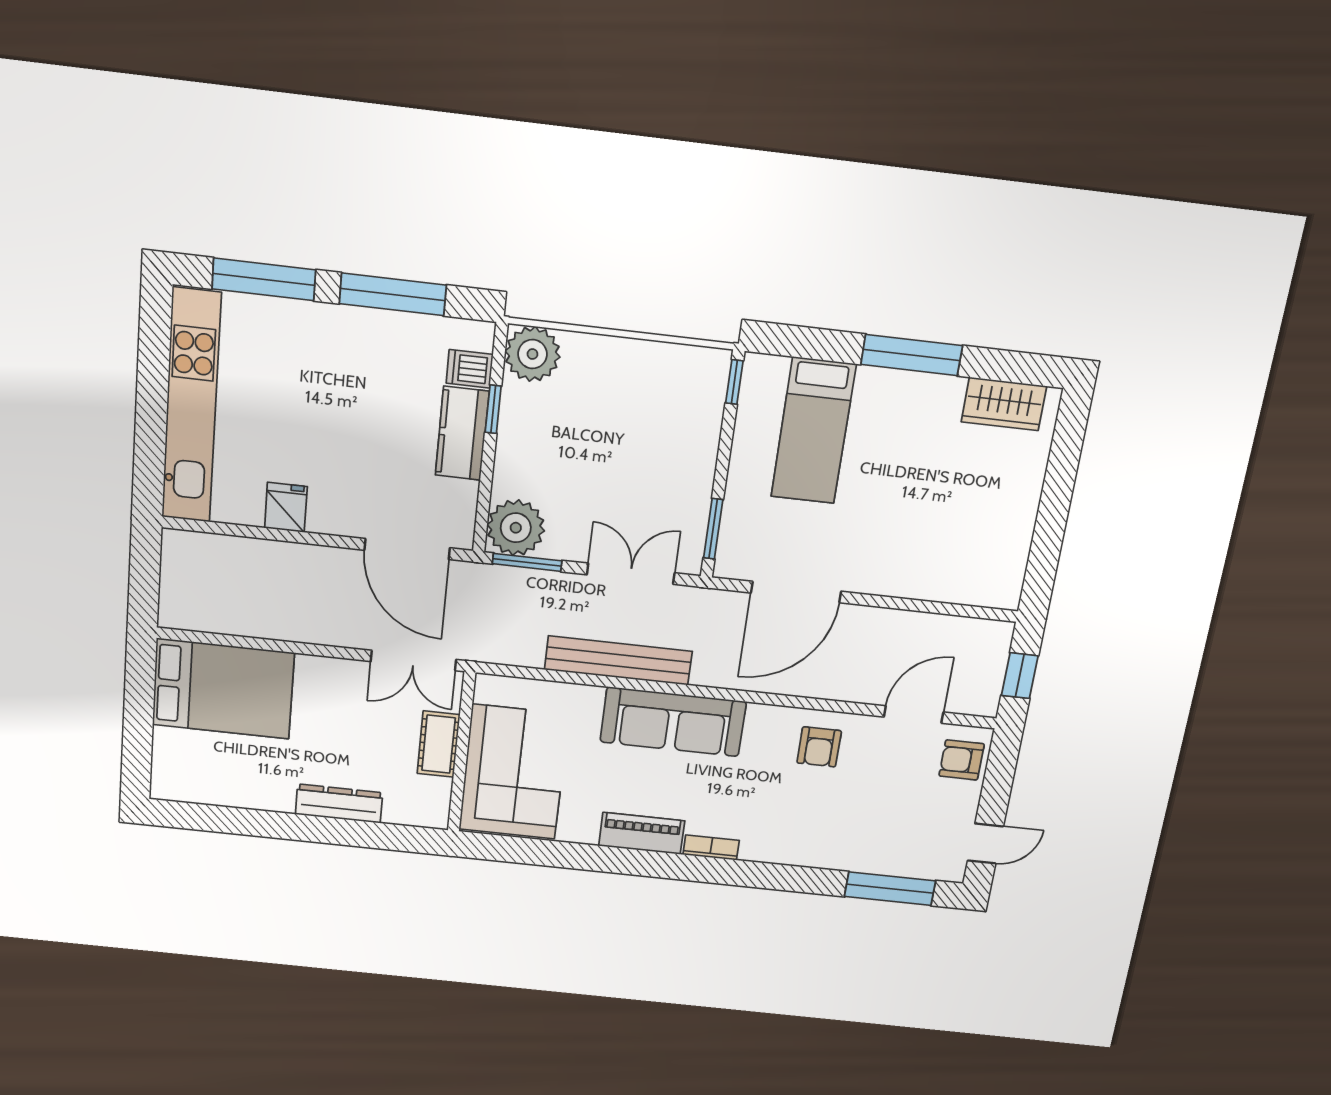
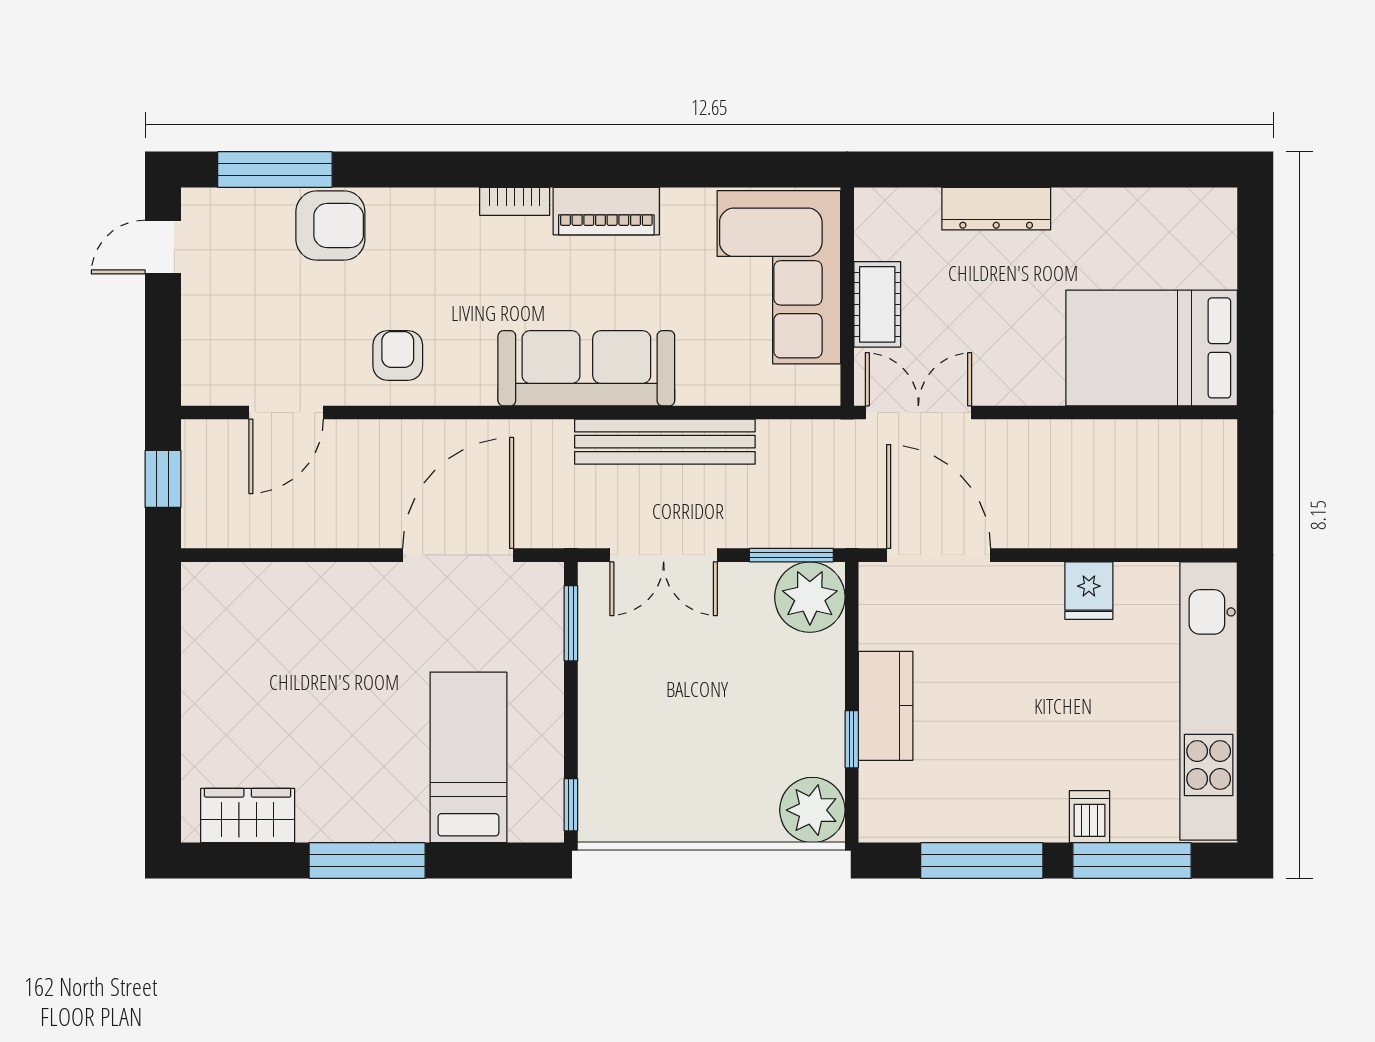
dishwasher: (469, 369) -> (1090, 817), moved, turned -90
armchair: (962, 760) -> (330, 226), moved, width x1.38, depth x1.38

